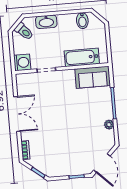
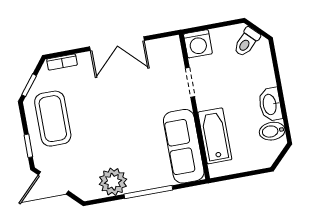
washbasin: (46, 22) -> (270, 104), moved
sofa: (93, 77) -> (184, 146), width x1.36
plant: (109, 125) -> (113, 182), width x1.87, depth x1.87
coffee table: (61, 159) -> (53, 119), added

